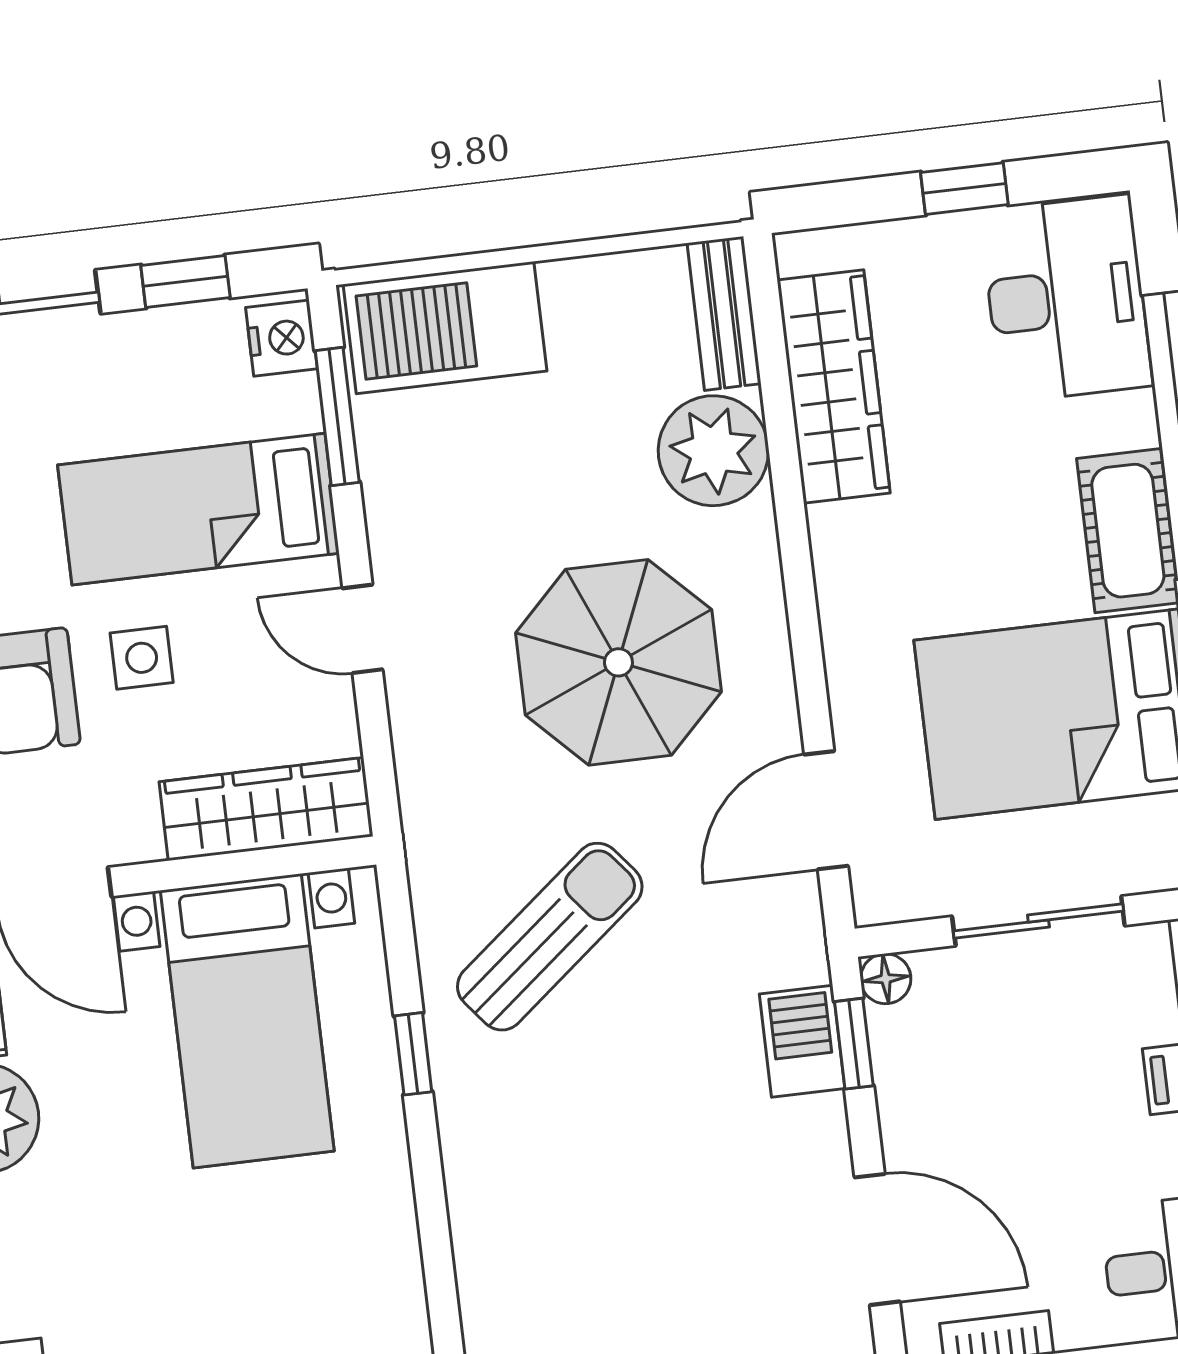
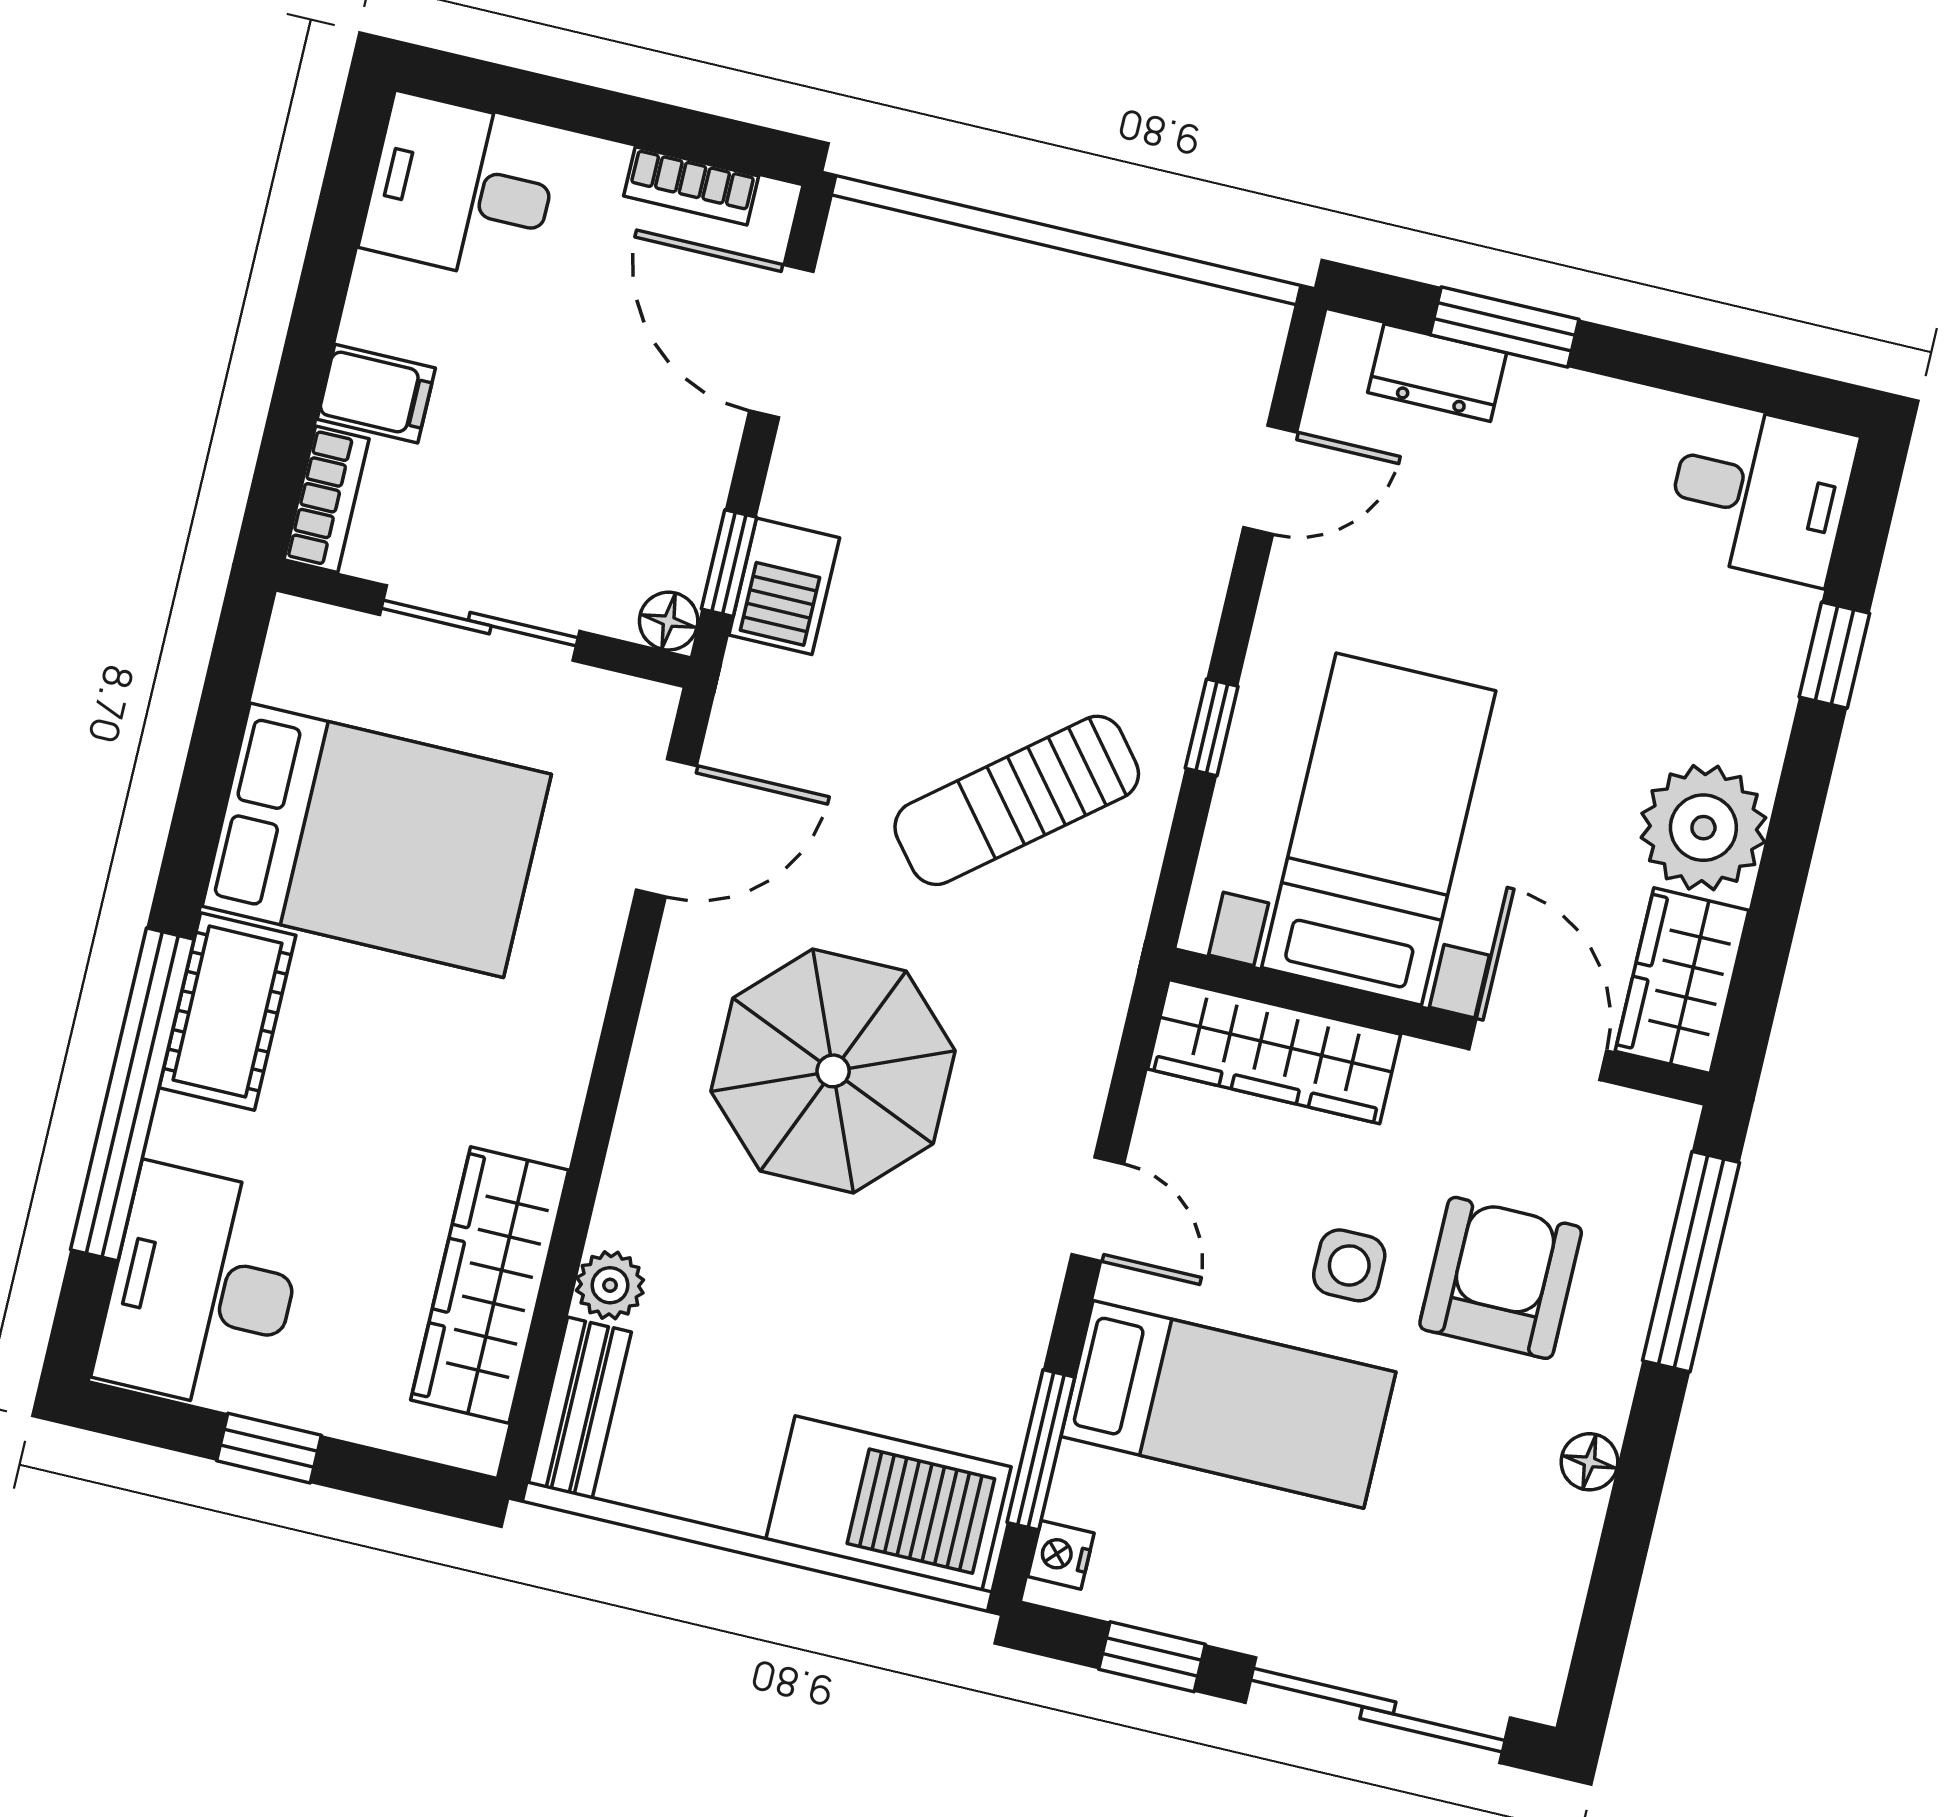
nightstand: (281, 338) -> (1061, 1555), width x0.72, depth x0.74
plant: (713, 451) -> (610, 1285), width x0.53, depth x0.53
door: (439, 1272) -> (1270, 480), added

